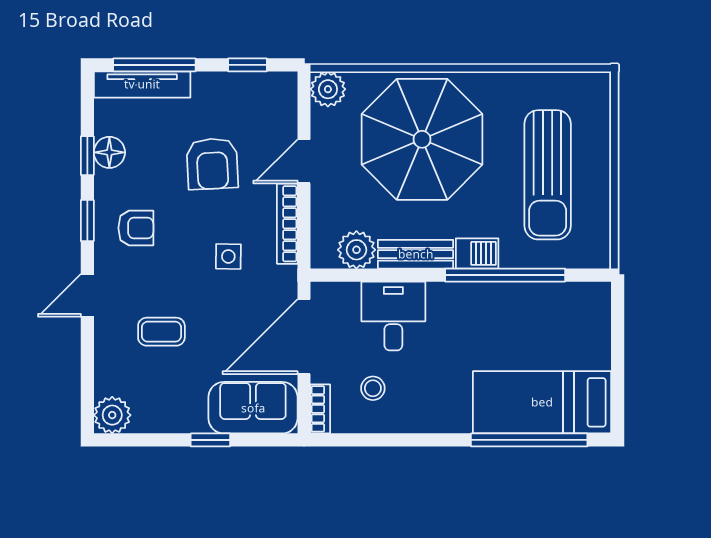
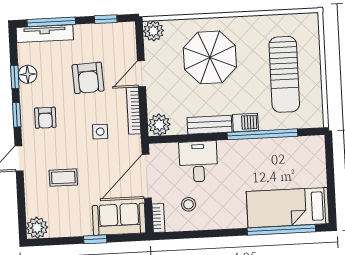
parasol: (422, 139) -> (210, 57), width x0.73, depth x0.73
armchair: (136, 228) -> (45, 118), turned 90
plant: (356, 250) -> (159, 125), moved

